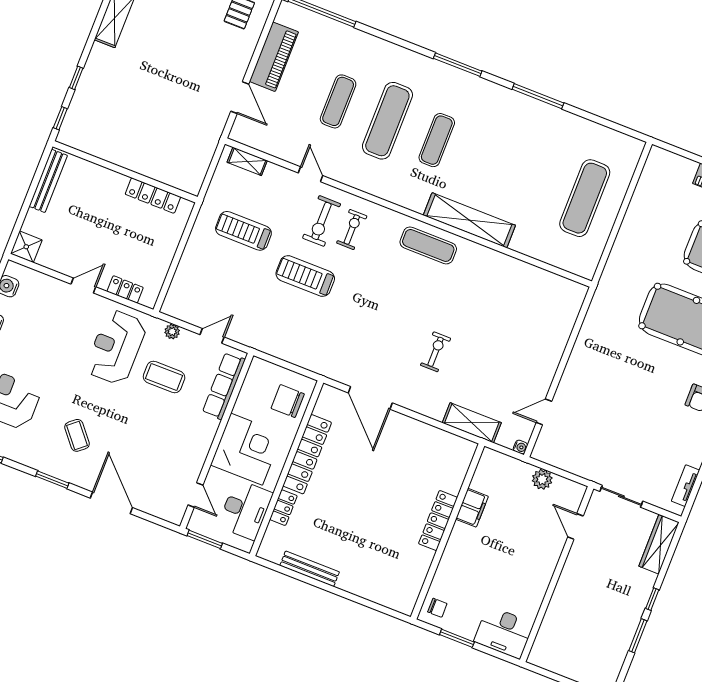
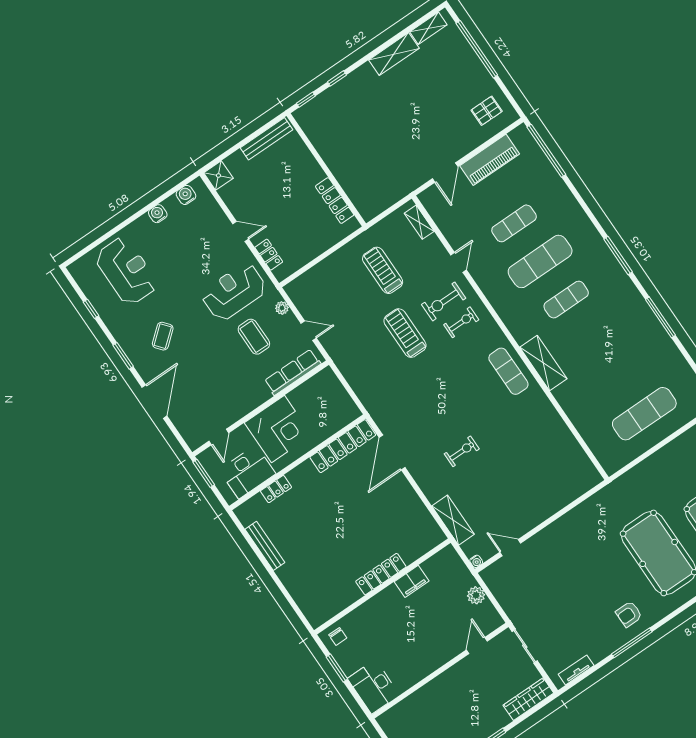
shelving: (469, 220) -> (543, 363), width x0.68
chair: (288, 401) -> (331, 414), removed
locker: (307, 454) -> (343, 446), moved

